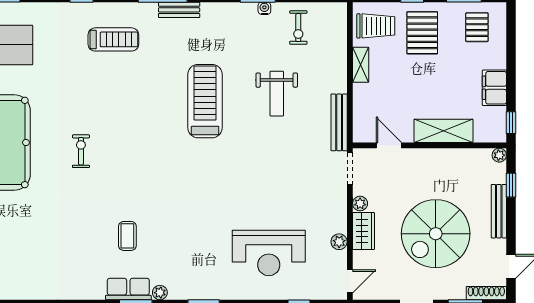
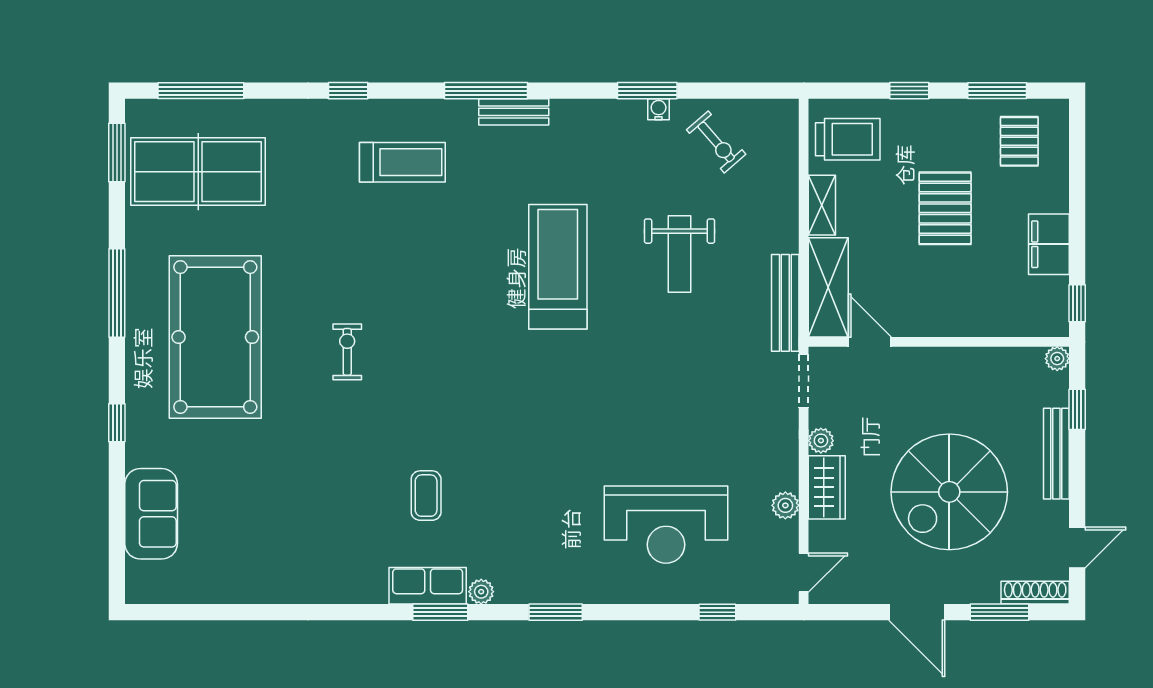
exercise bike: (298, 28) -> (716, 142), turned -41
pallet: (422, 33) -> (945, 208), moved
shelving: (444, 131) -> (828, 287), moved, turned 90

